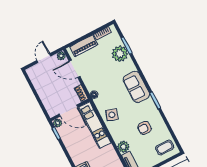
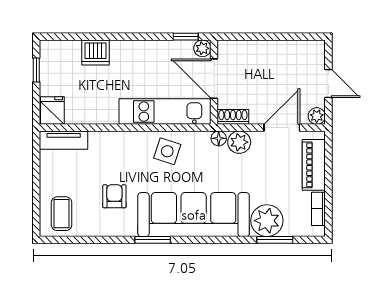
sofa: (136, 87) -> (194, 215), width x1.85, depth x1.27
door: (68, 111) -> (214, 79), hinge flipped
plant: (123, 147) -> (239, 142), moved

